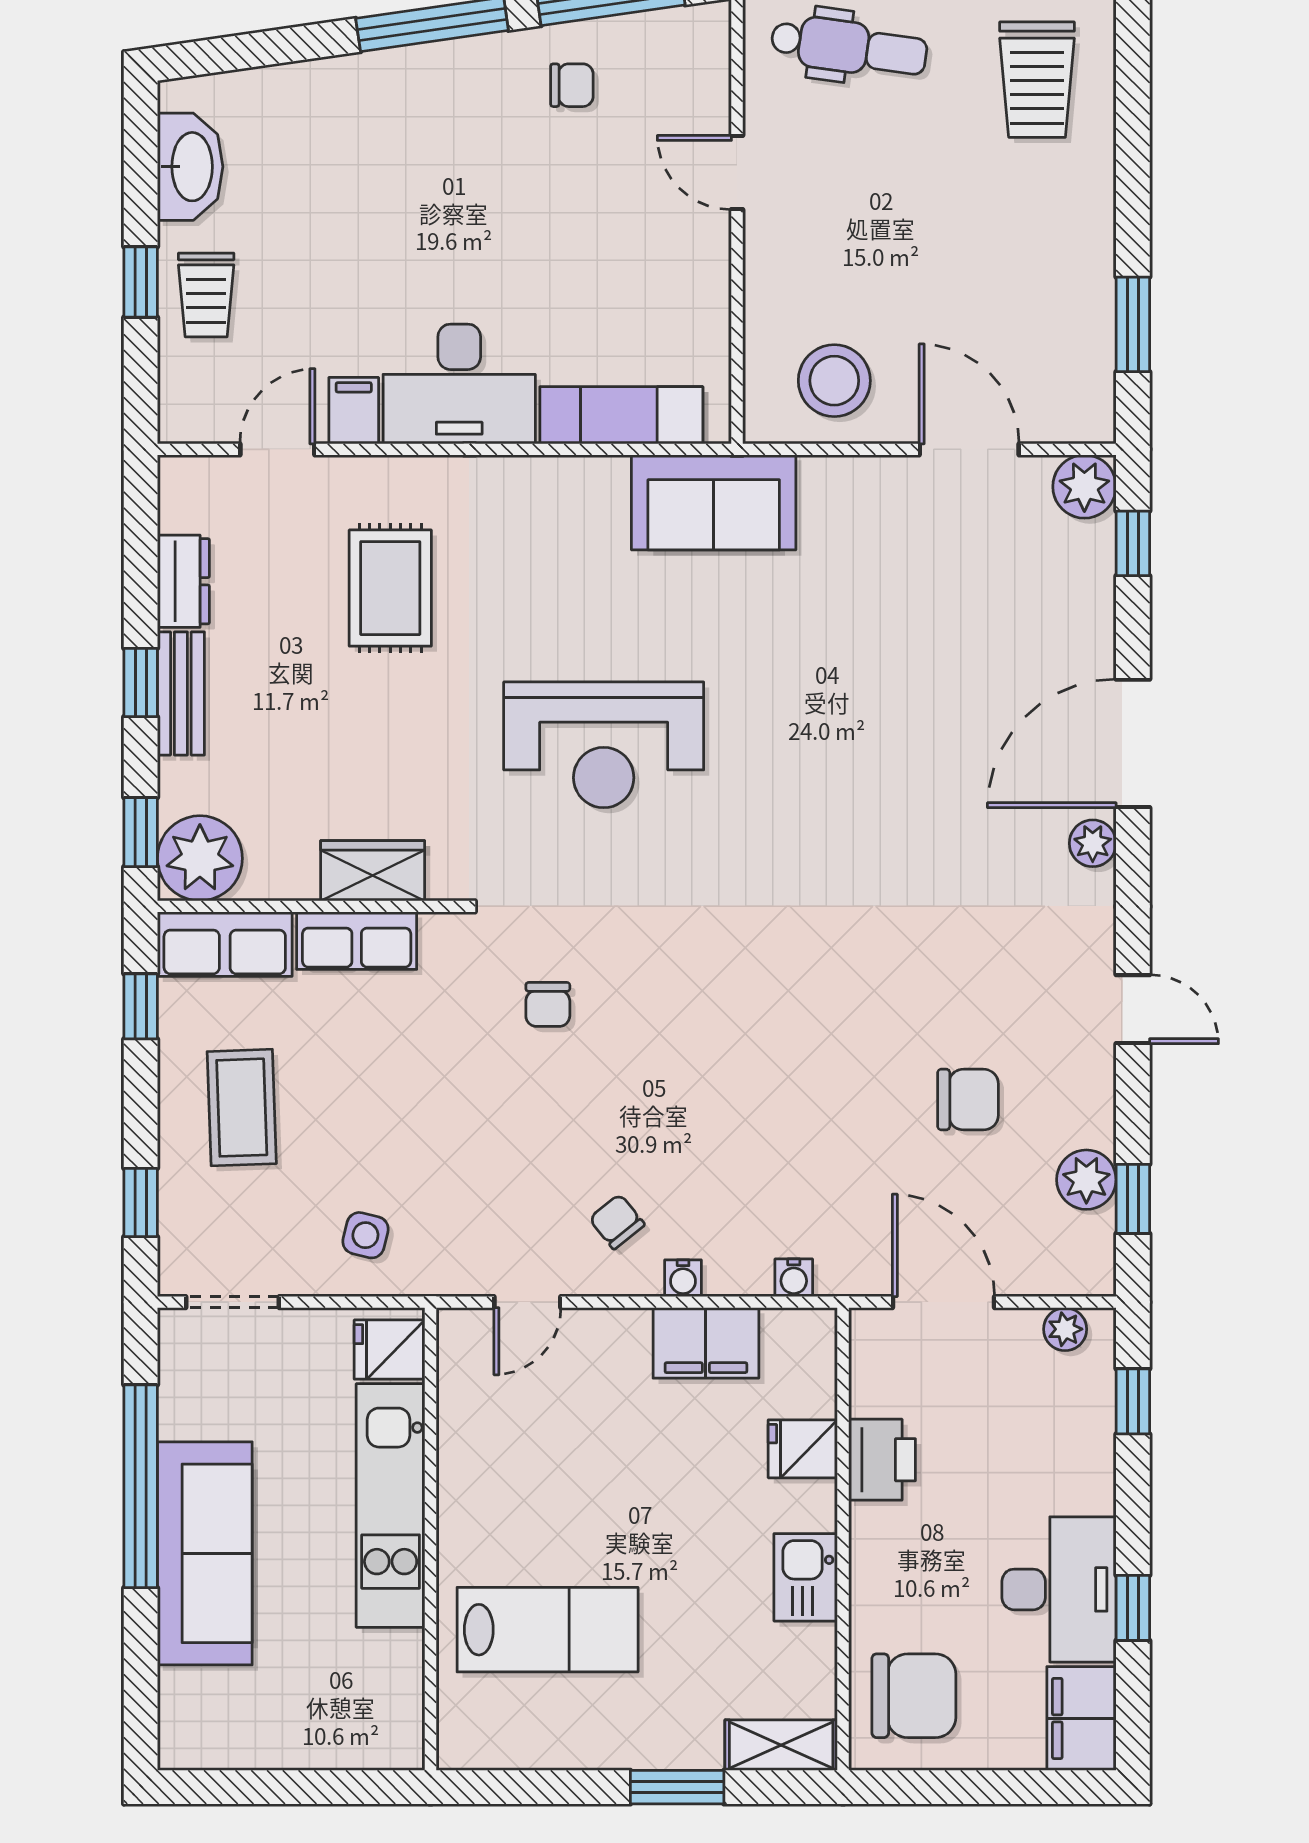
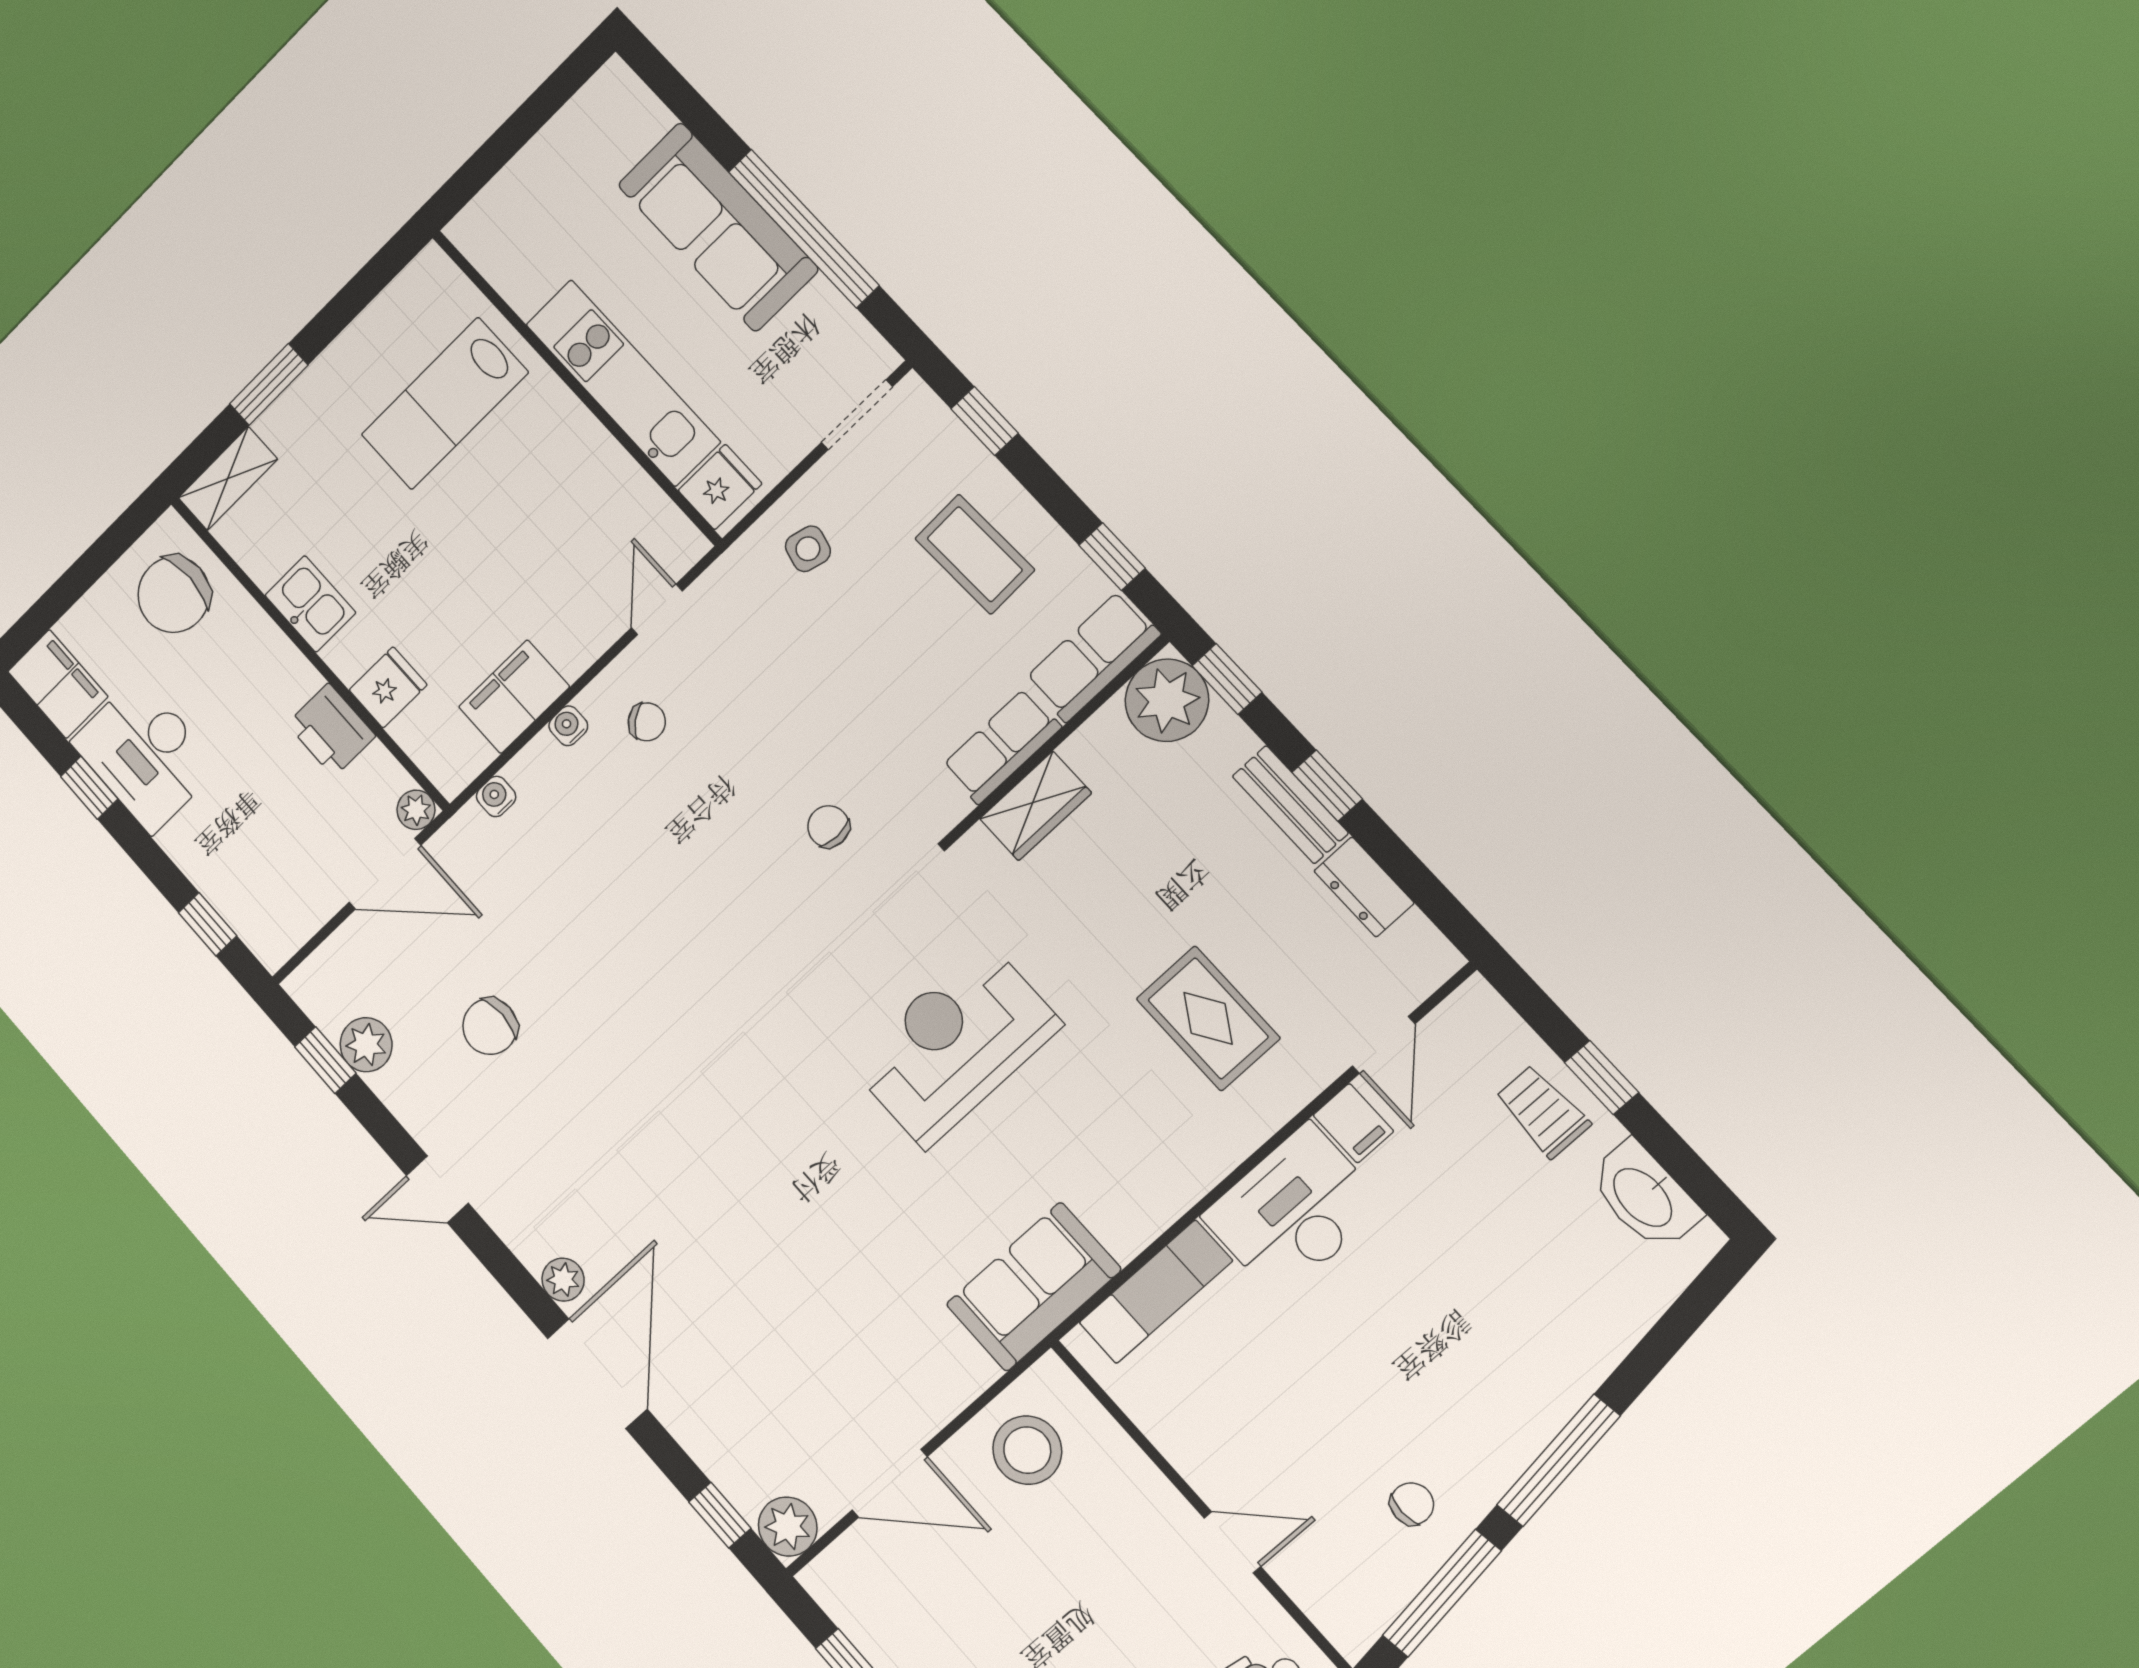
chair: (572, 85) -> (1412, 1504), turned 180
plant: (1065, 1329) -> (416, 810), moved

